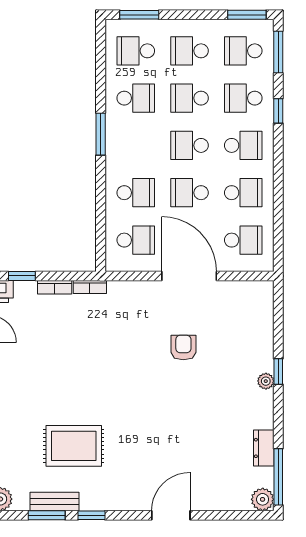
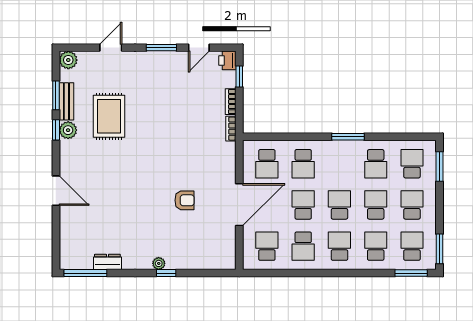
window: (278, 111) -> (366, 273), removed
school desk: (243, 145) -> (339, 246), turned 180
school desk: (243, 240) -> (267, 246), turned 180
plant: (263, 499) -> (68, 130), moved

